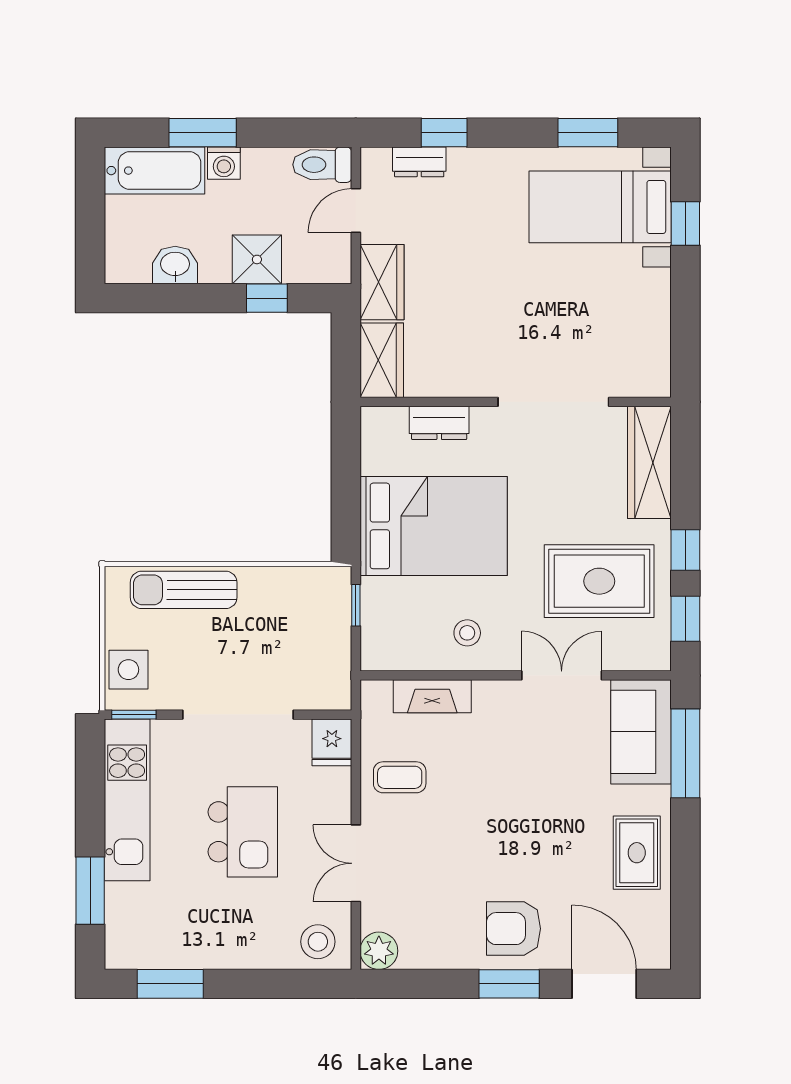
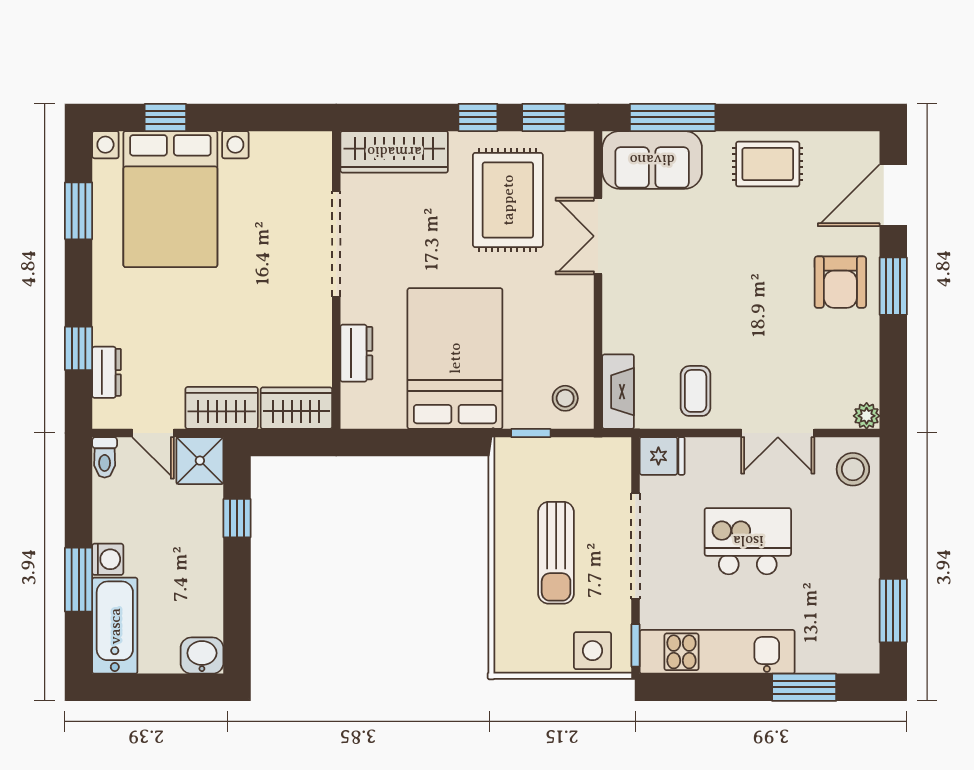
toilet: (322, 165) -> (105, 457), width x0.73, depth x0.72
bed with nightstands: (600, 207) -> (170, 199), width x1.36
shower: (257, 259) -> (200, 461), moved
washbasin: (175, 265) -> (202, 656), moved, turned 90
sun lounger: (184, 590) -> (556, 553), moved
stool: (467, 633) -> (565, 398), moved
fireplace: (432, 696) -> (618, 392), moved
plant: (379, 951) -> (867, 416), width x0.73, depth x0.73

